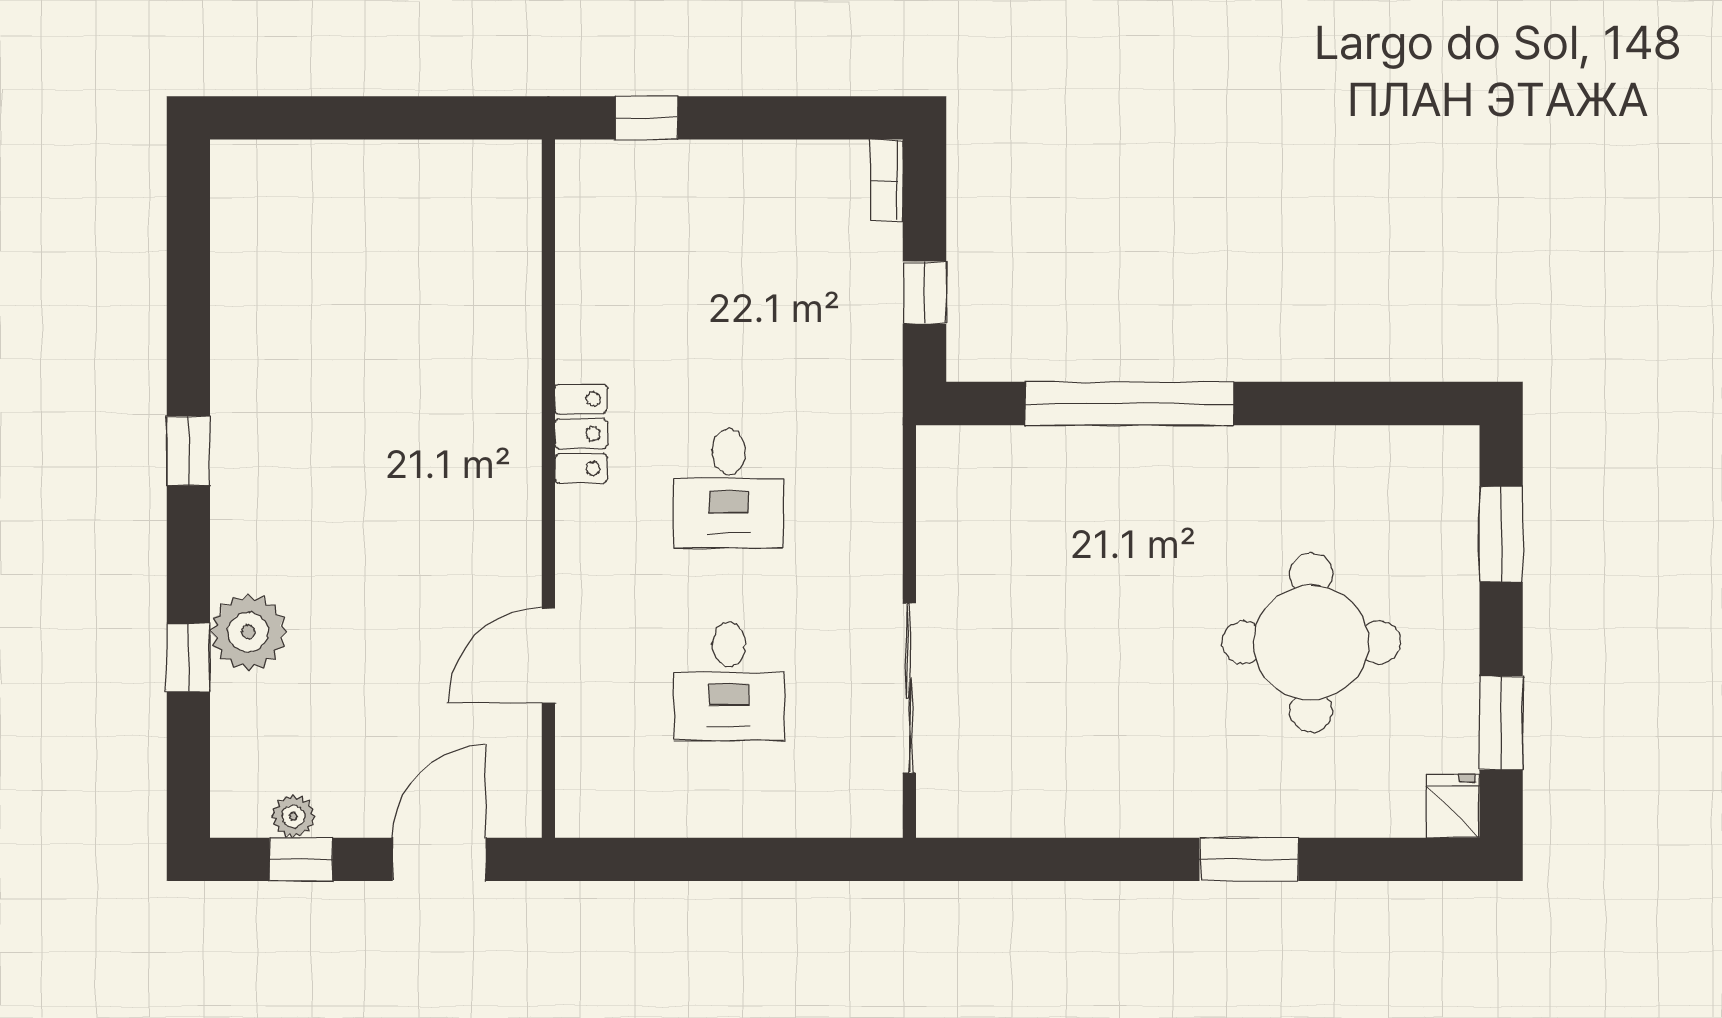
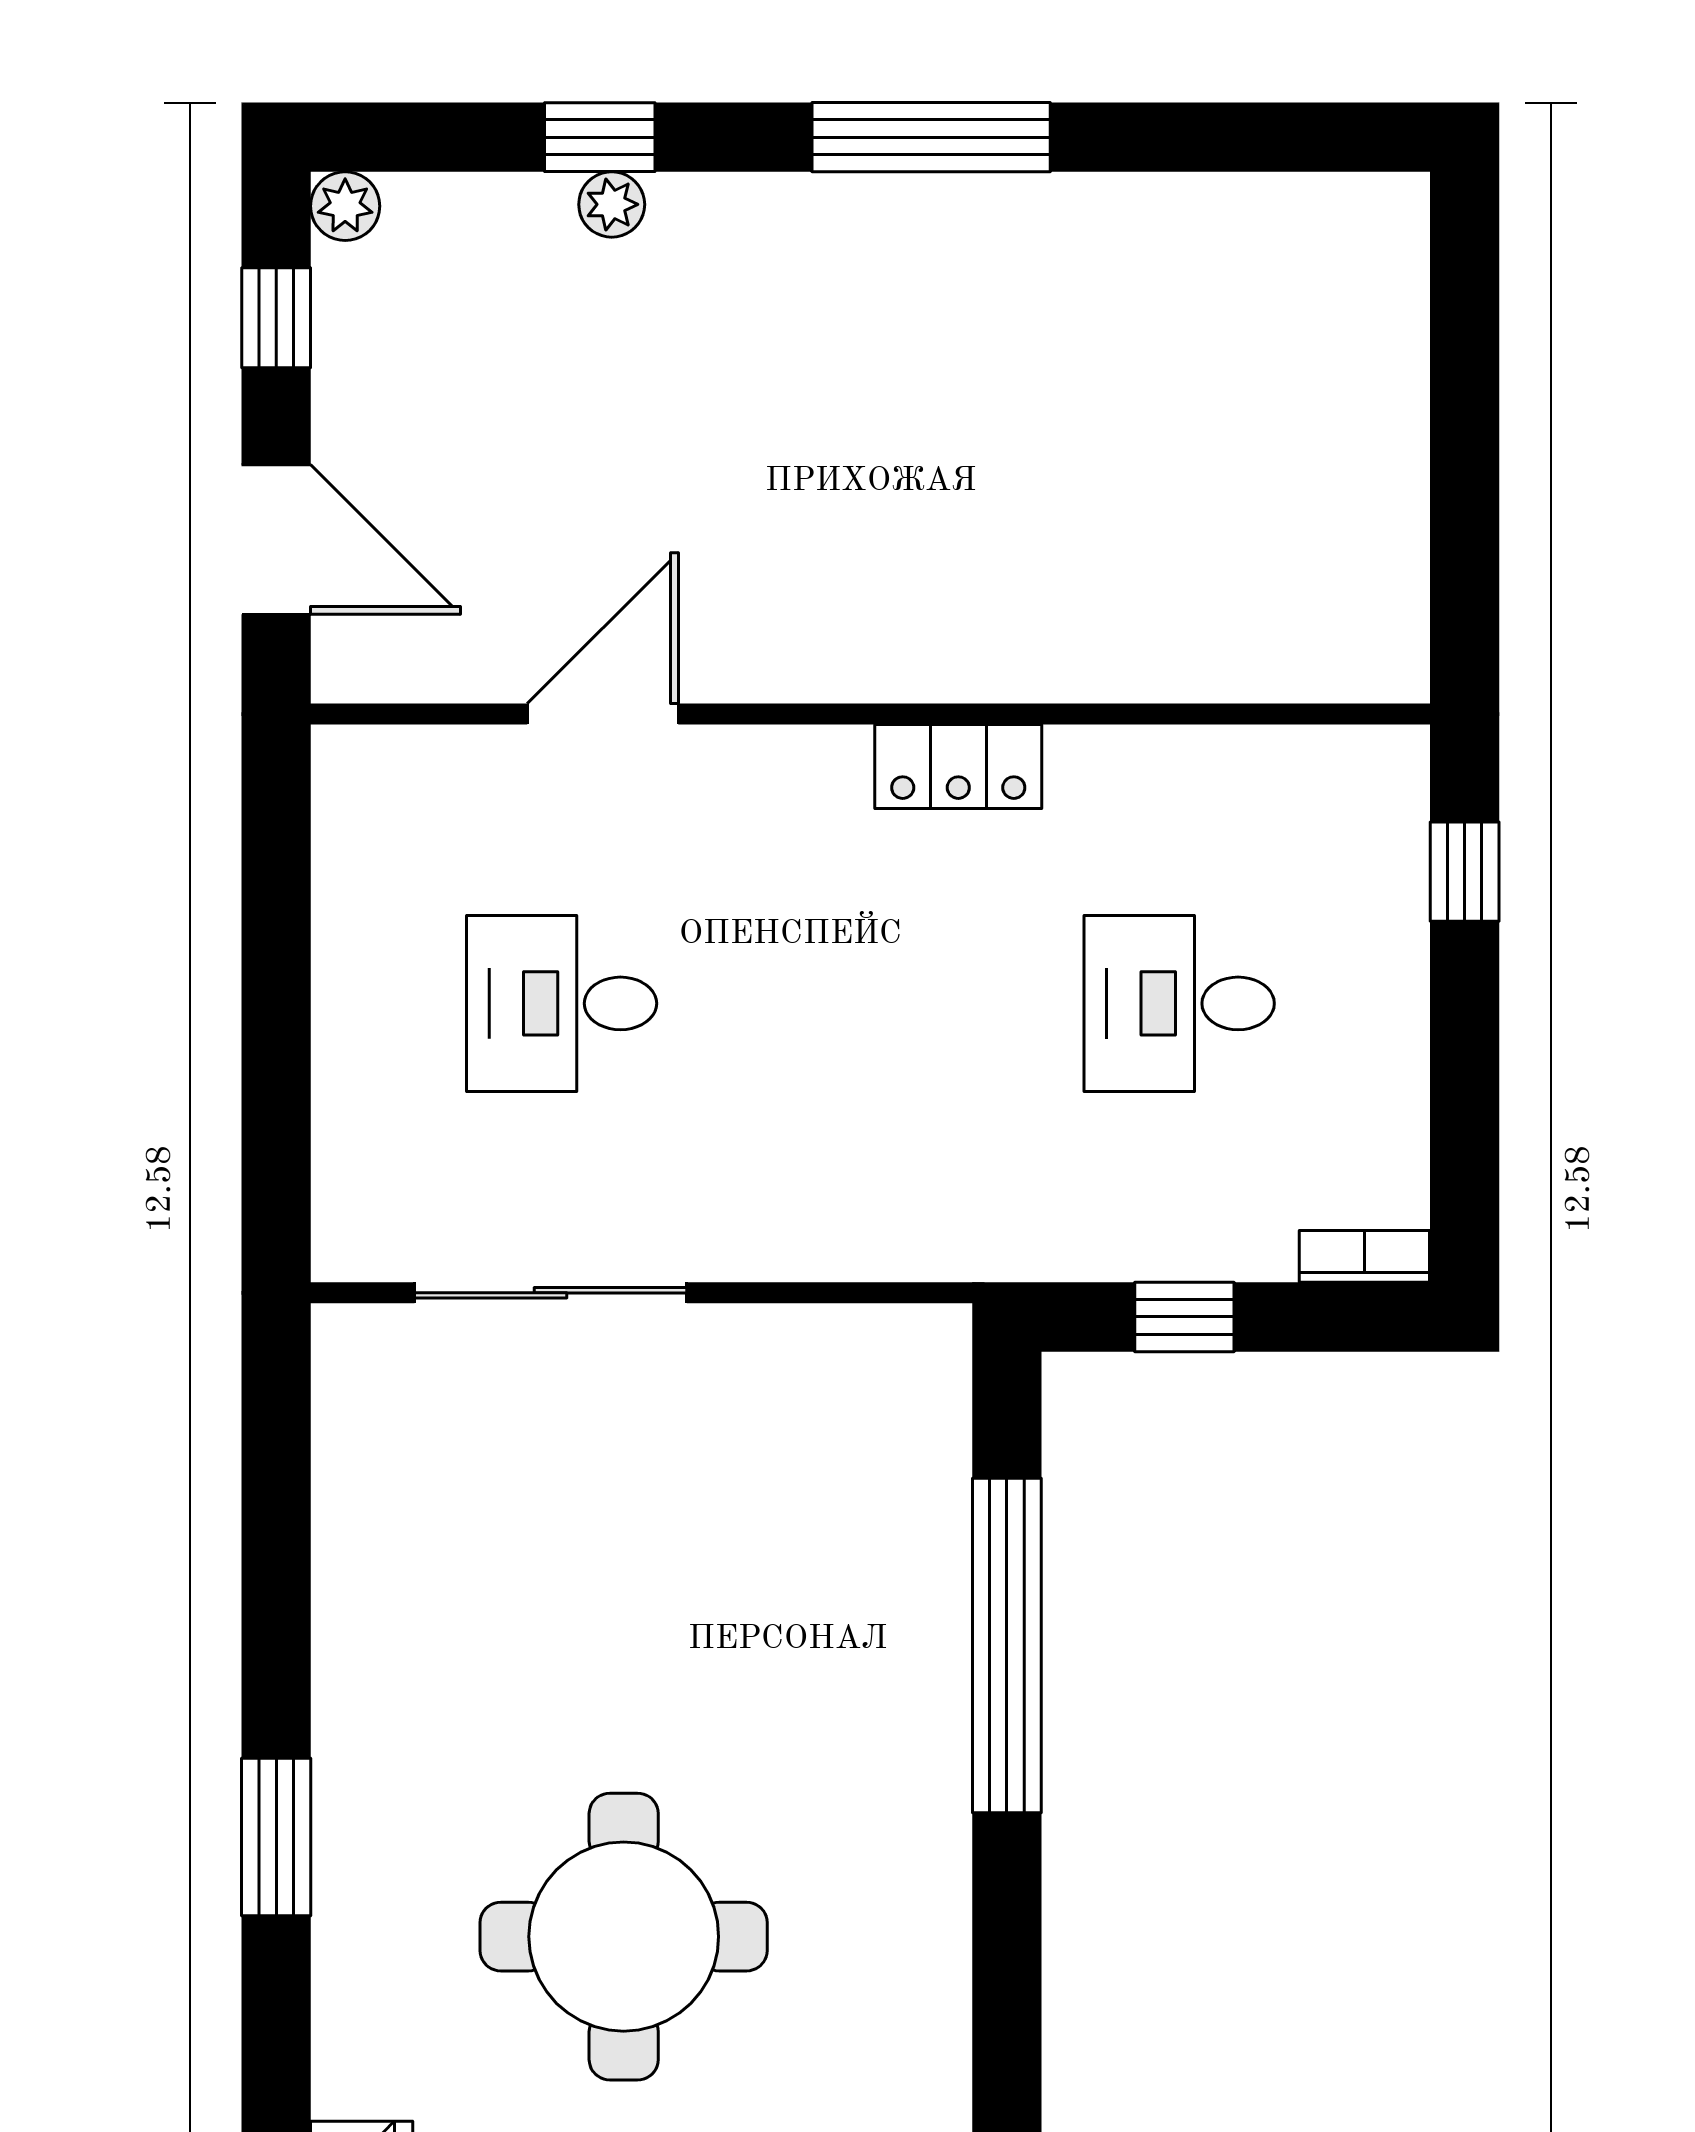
window: (188, 451) -> (931, 137), width x2.17
desk: (729, 489) -> (1179, 1003), moved
plant: (248, 632) -> (612, 204), width x0.53, depth x0.53
door: (548, 656) -> (603, 714), hinge flipped
plant: (293, 816) -> (345, 206), moved

